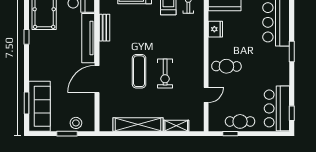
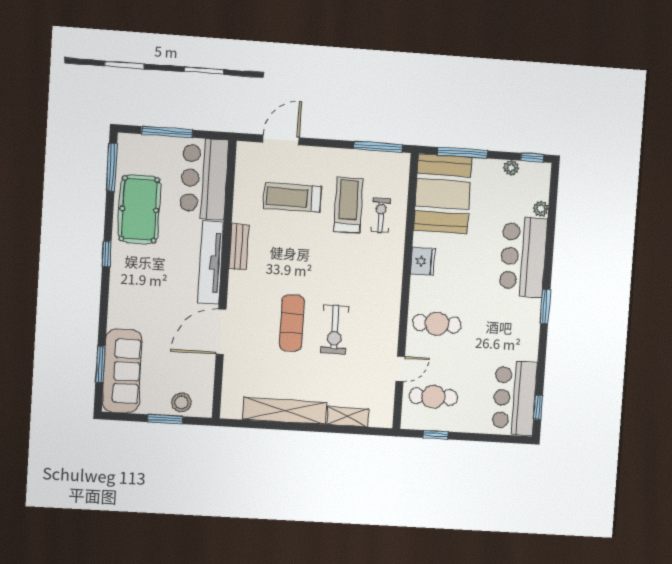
cafe table: (240, 121) -> (433, 397), moved

